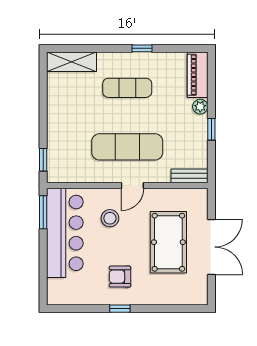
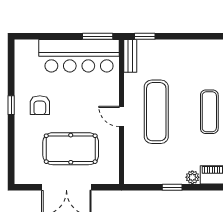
bench: (189, 176) -> (130, 56), moved
stool: (110, 218) -> (92, 96), removed
armchair: (120, 277) -> (40, 105), turned 180

